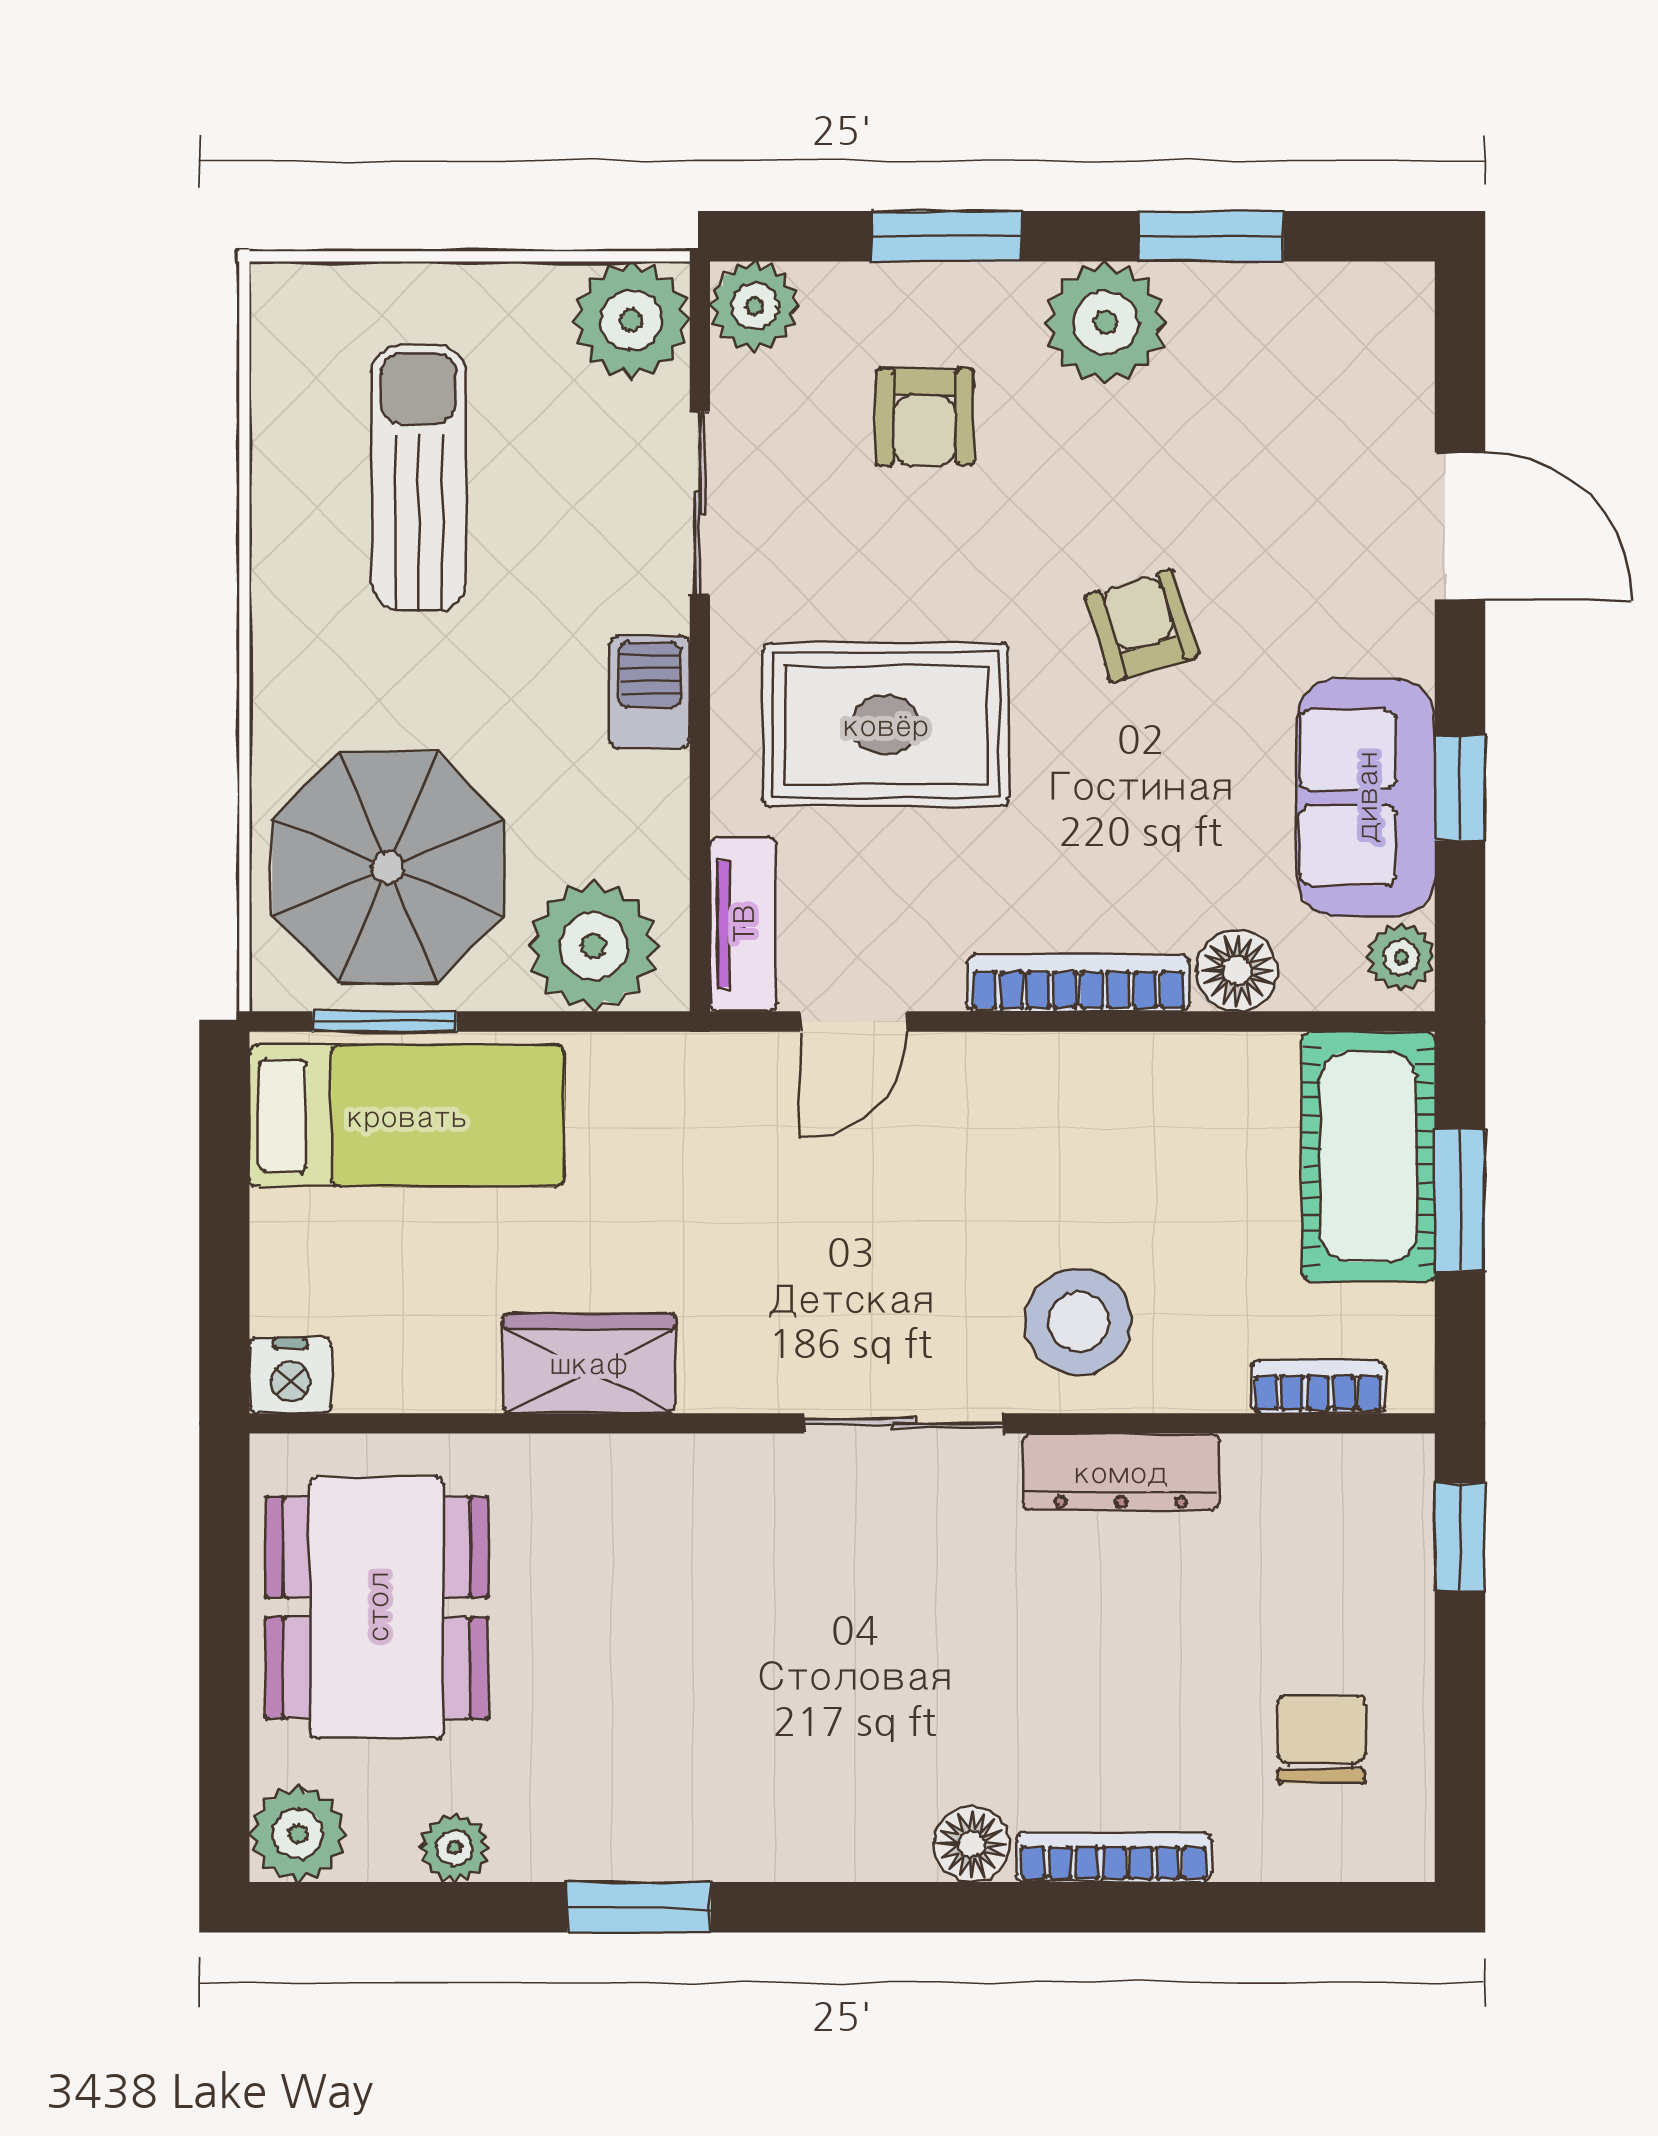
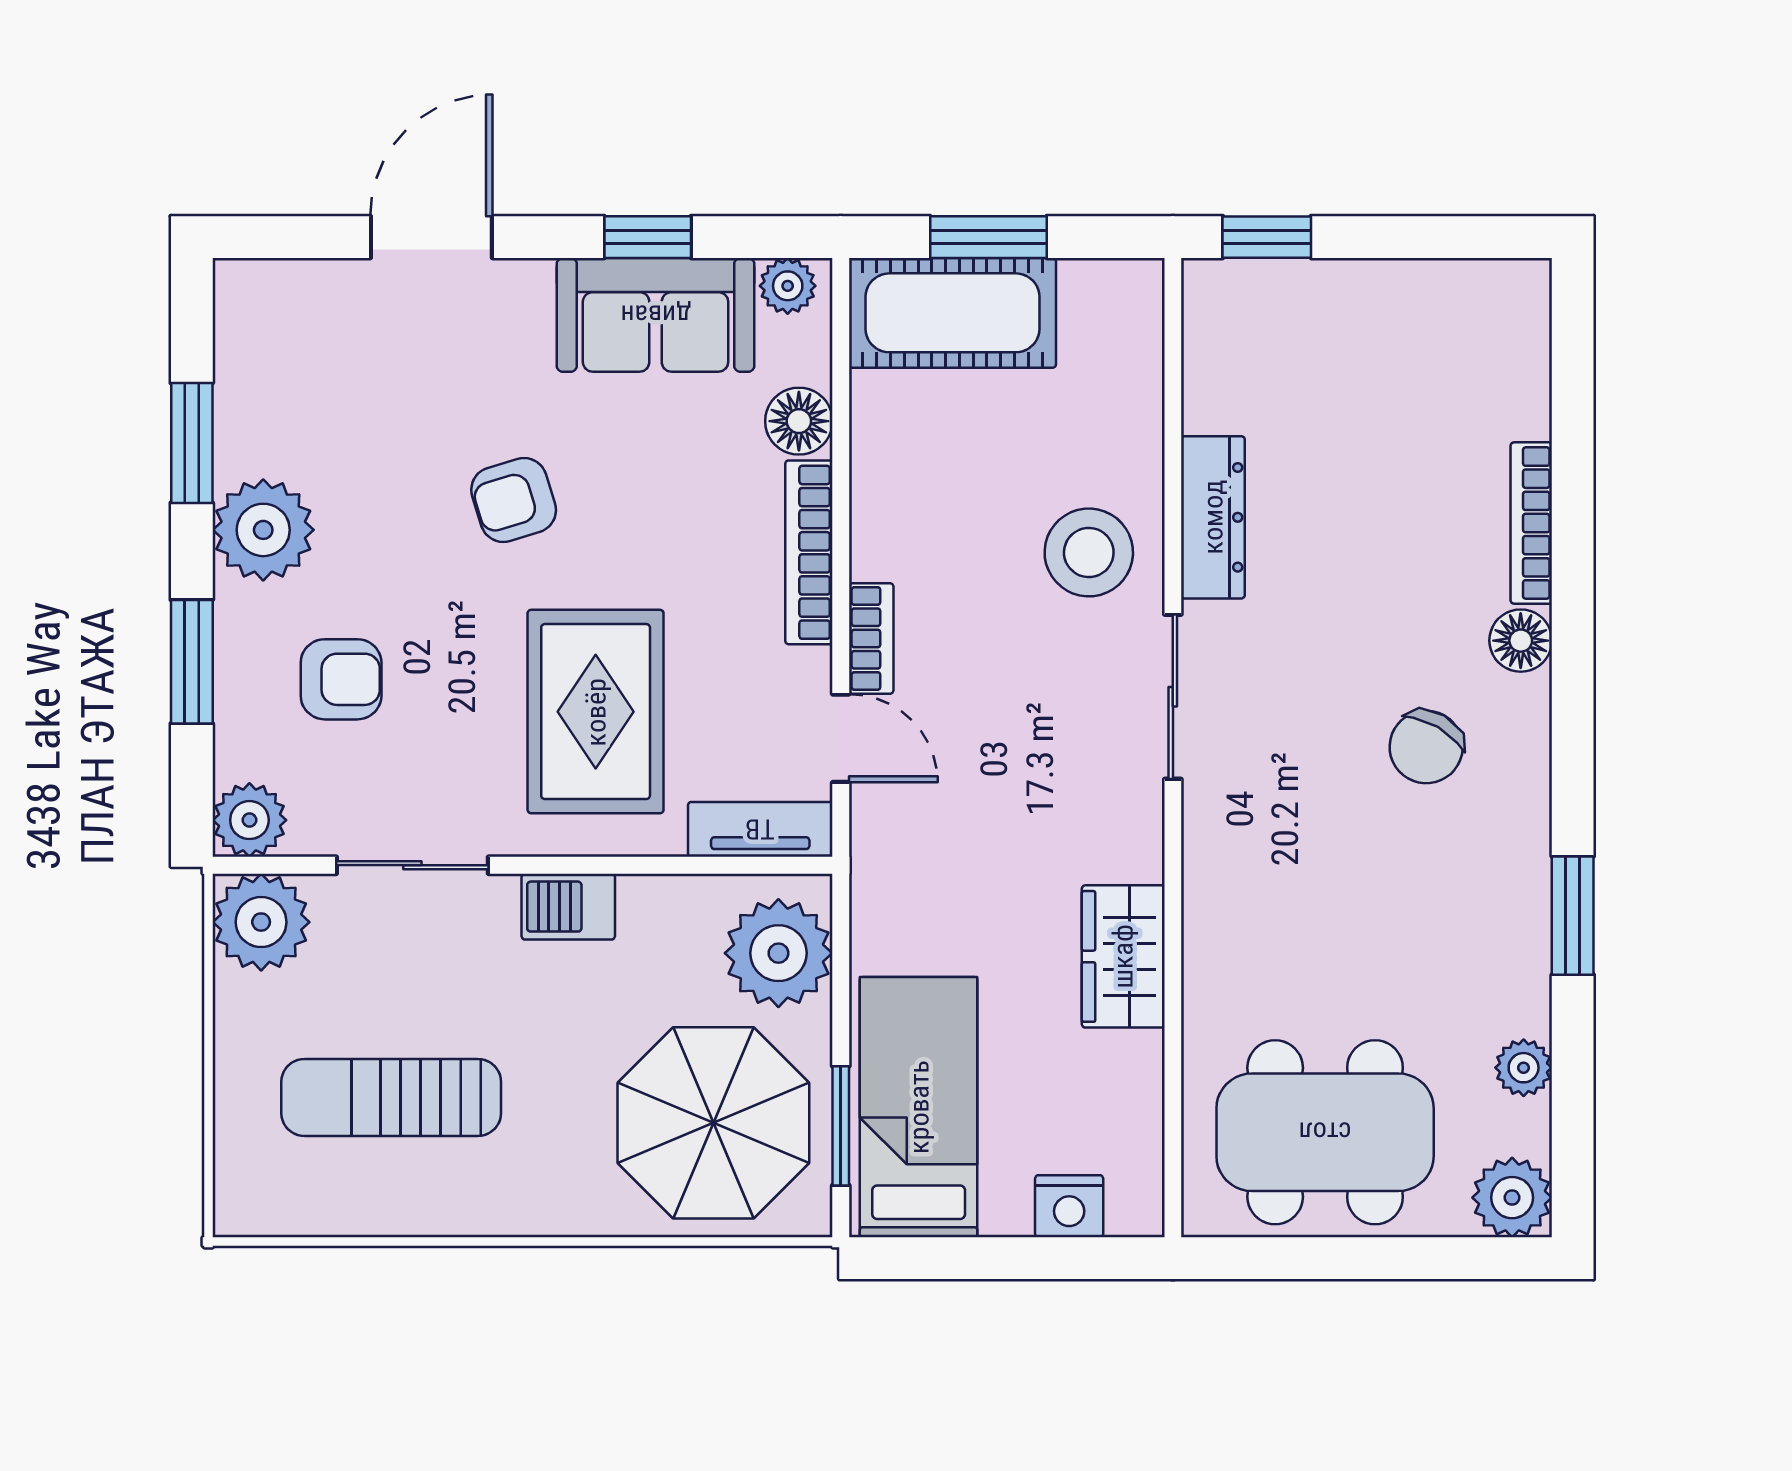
nightstand: (291, 1376) -> (1069, 1206), moved, turned 90
bookcase: (1318, 1386) -> (871, 639), moved, turned 180
chair: (1321, 1739) -> (1426, 747), moved, turned -60

